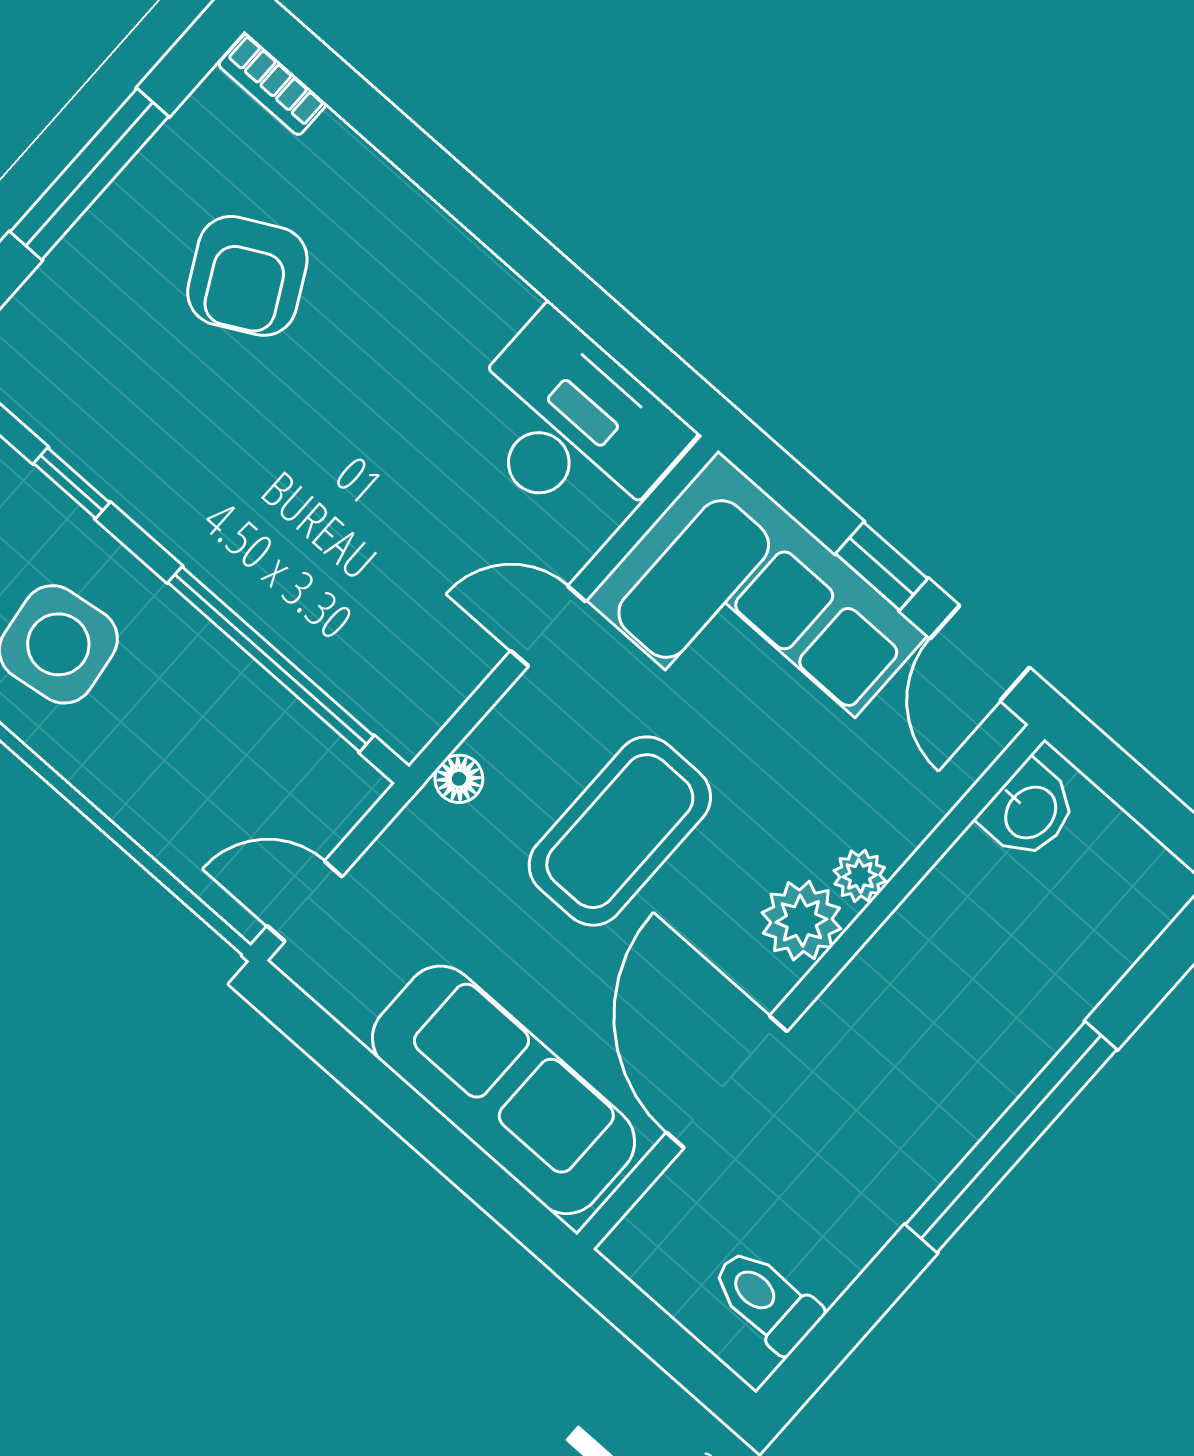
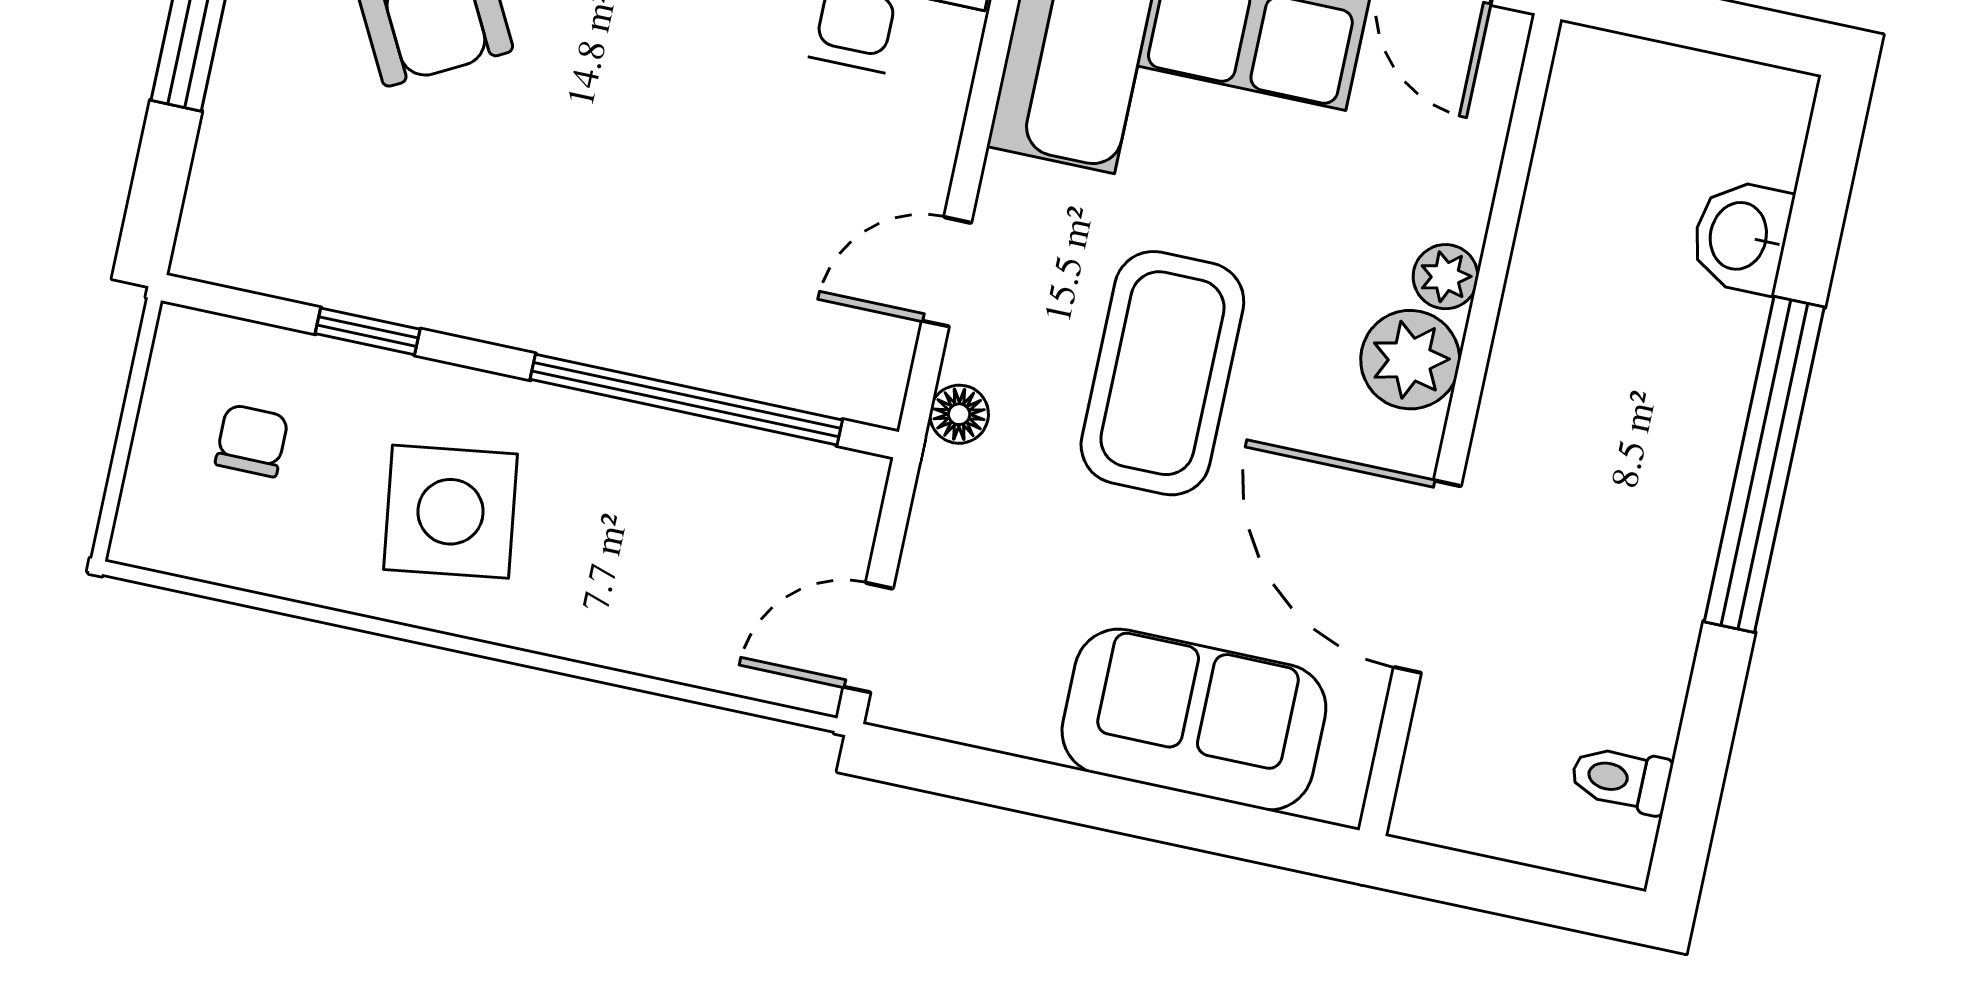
door: (548, 626) -> (947, 272), moved
washbasin: (1029, 811) -> (1741, 236), moved, turned 180
sofa: (504, 1090) -> (1194, 720), width x0.73
toilet: (766, 1300) -> (1621, 779), width x0.73, depth x0.72

